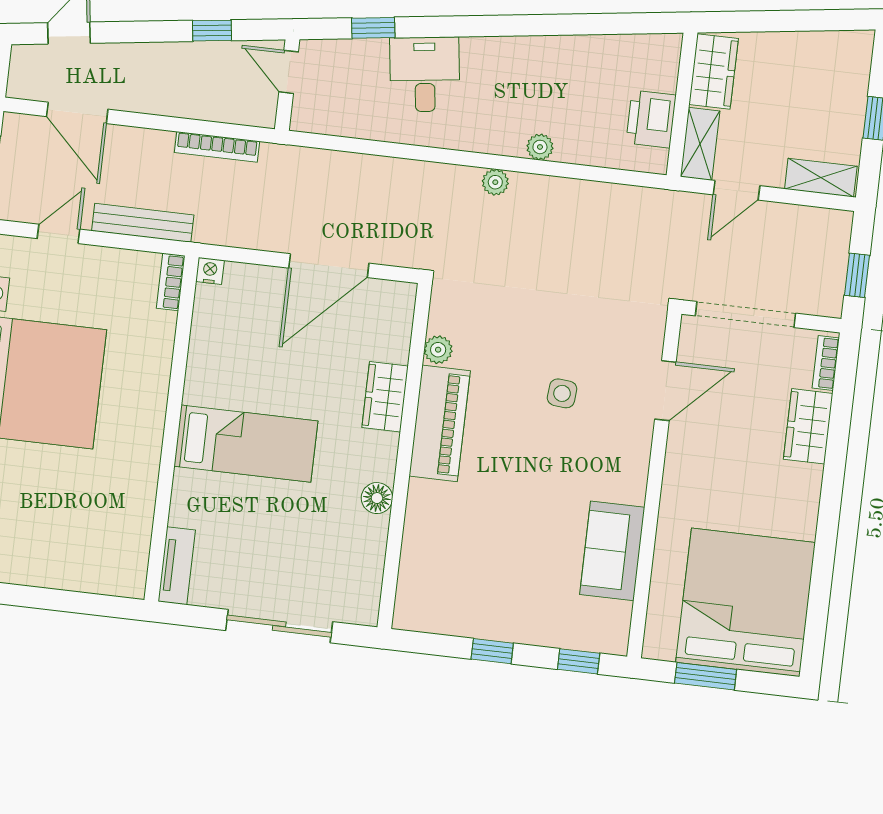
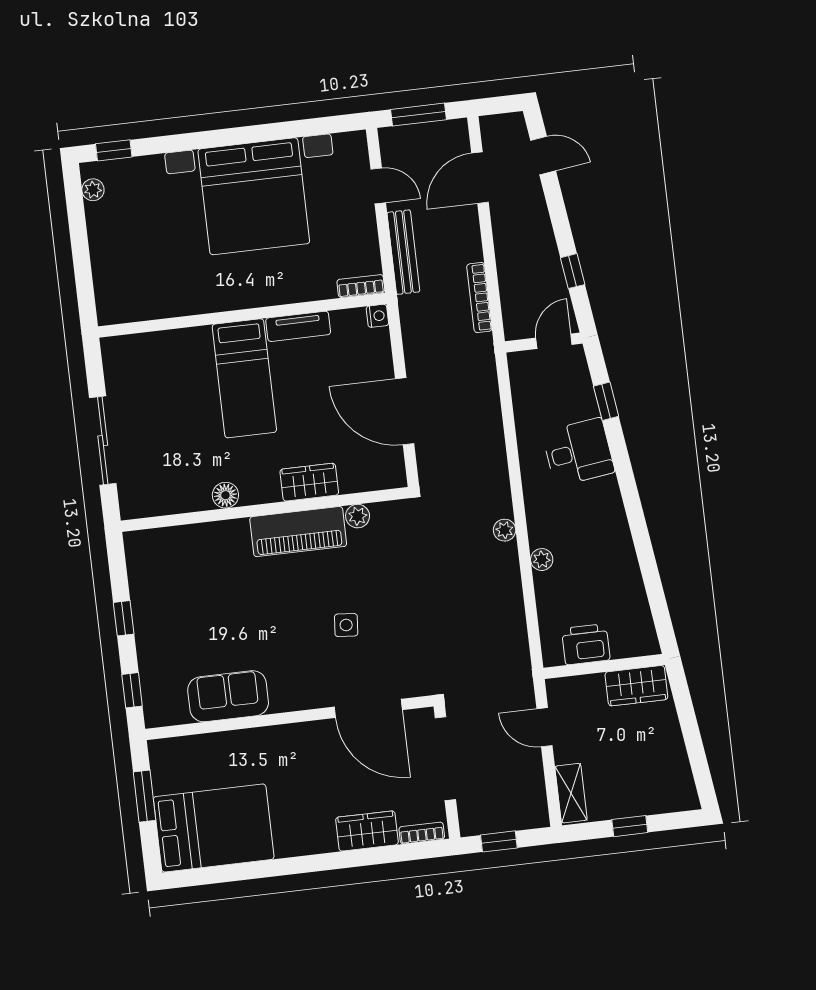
shelving: (700, 144) -> (575, 689), removed
door: (665, 391) -> (368, 708), width x1.36
tv unit: (177, 566) -> (298, 326), moved
bed: (746, 602) -> (214, 828), width x0.73

